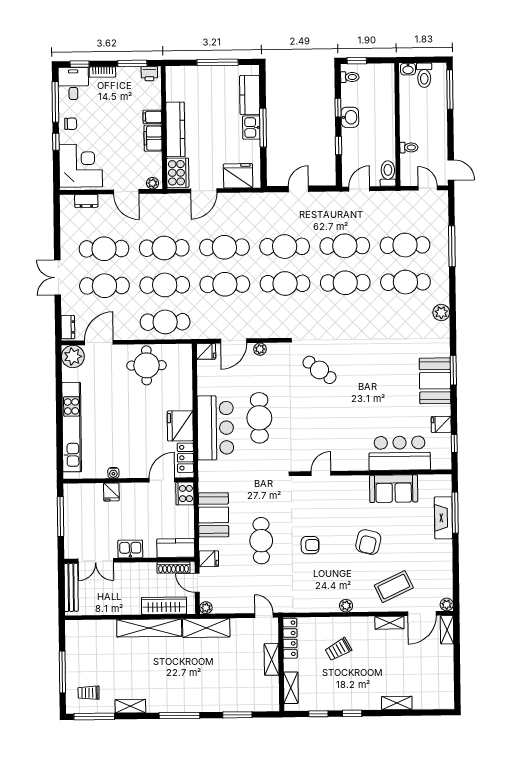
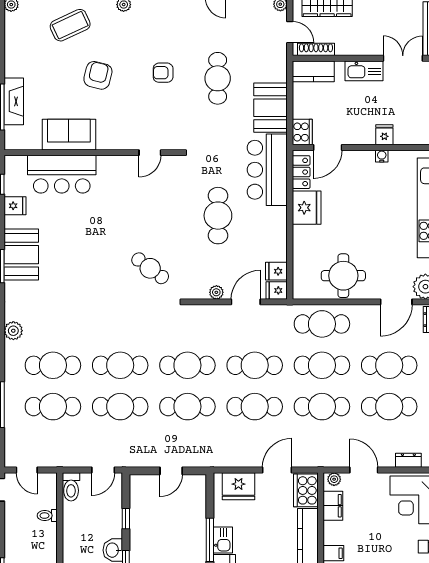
filing cabinet: (153, 138) -> (333, 506), moved
bar counter: (215, 428) -> (267, 170), moved
kitchen sink: (130, 549) -> (364, 71), width x1.38
fridge: (209, 559) -> (276, 271), moved

